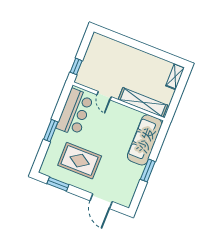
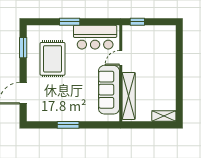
sofa: (145, 140) -> (109, 90), moved, turned -90

